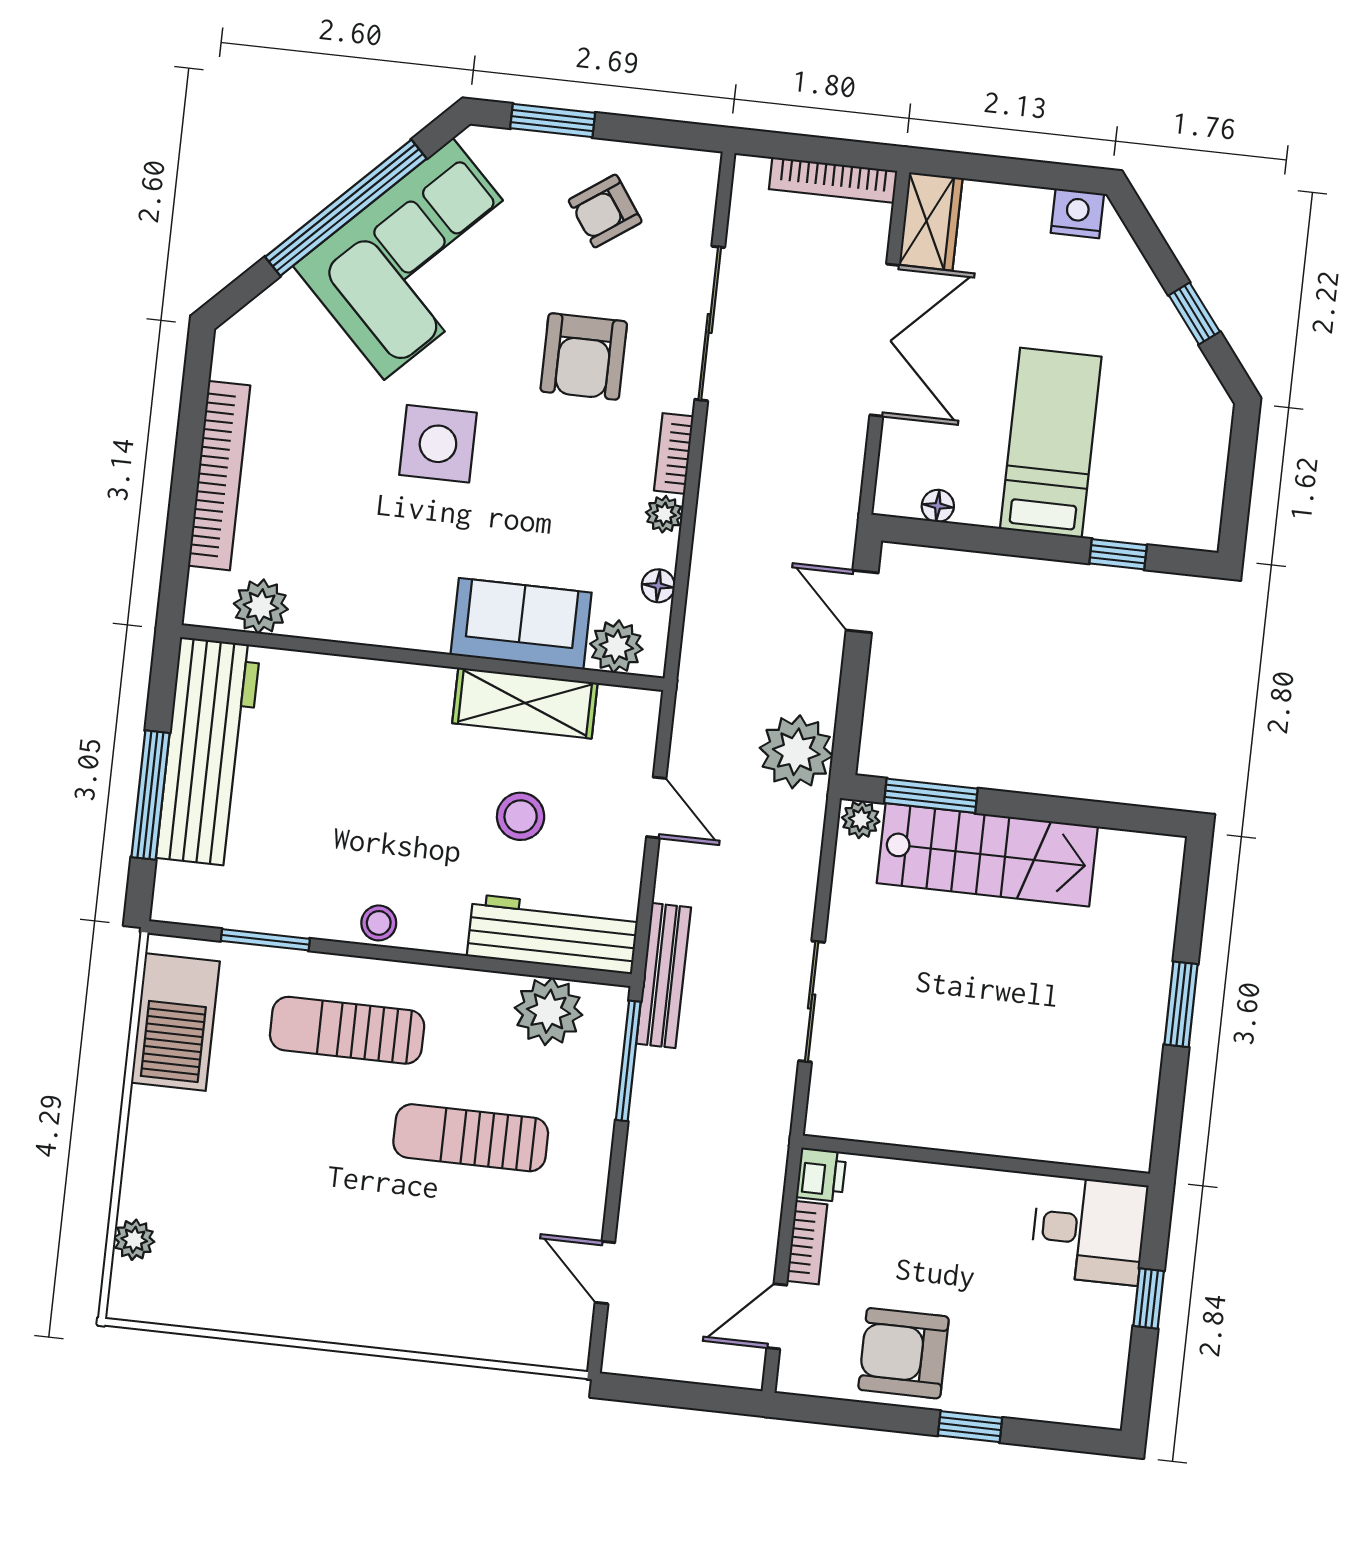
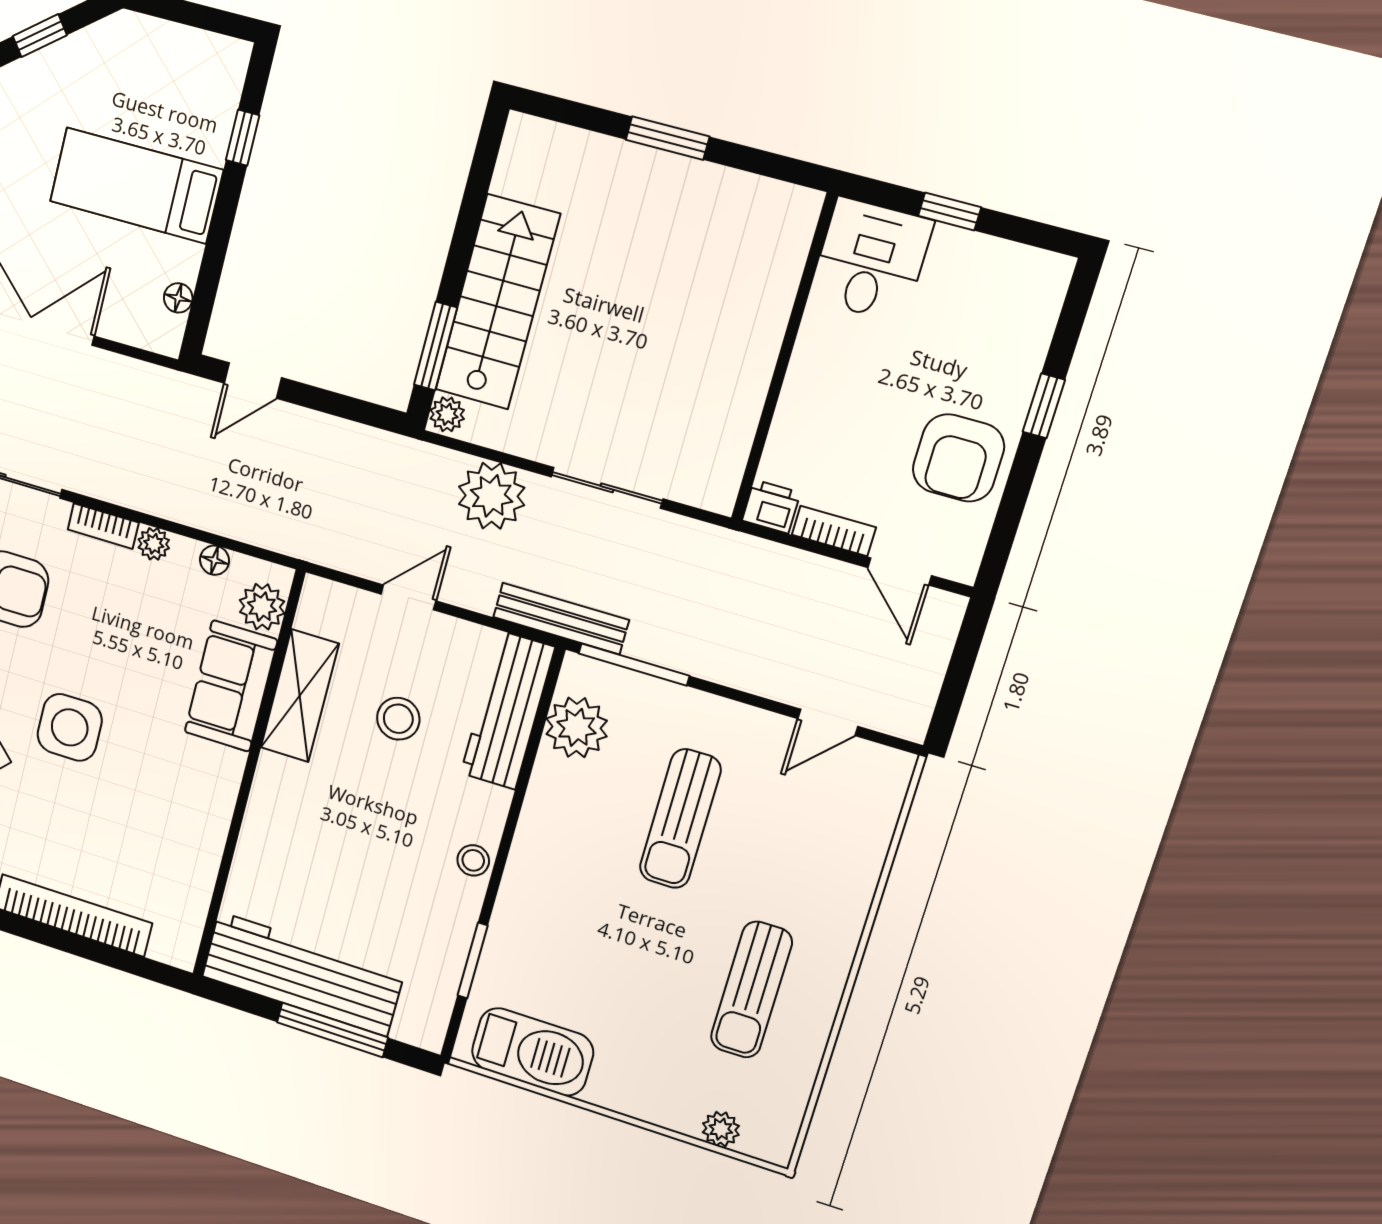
plant: (261, 606) -> (186, 904), removed
plant: (796, 752) -> (492, 496), moved
sun lounger: (347, 1030) -> (751, 990), moved

